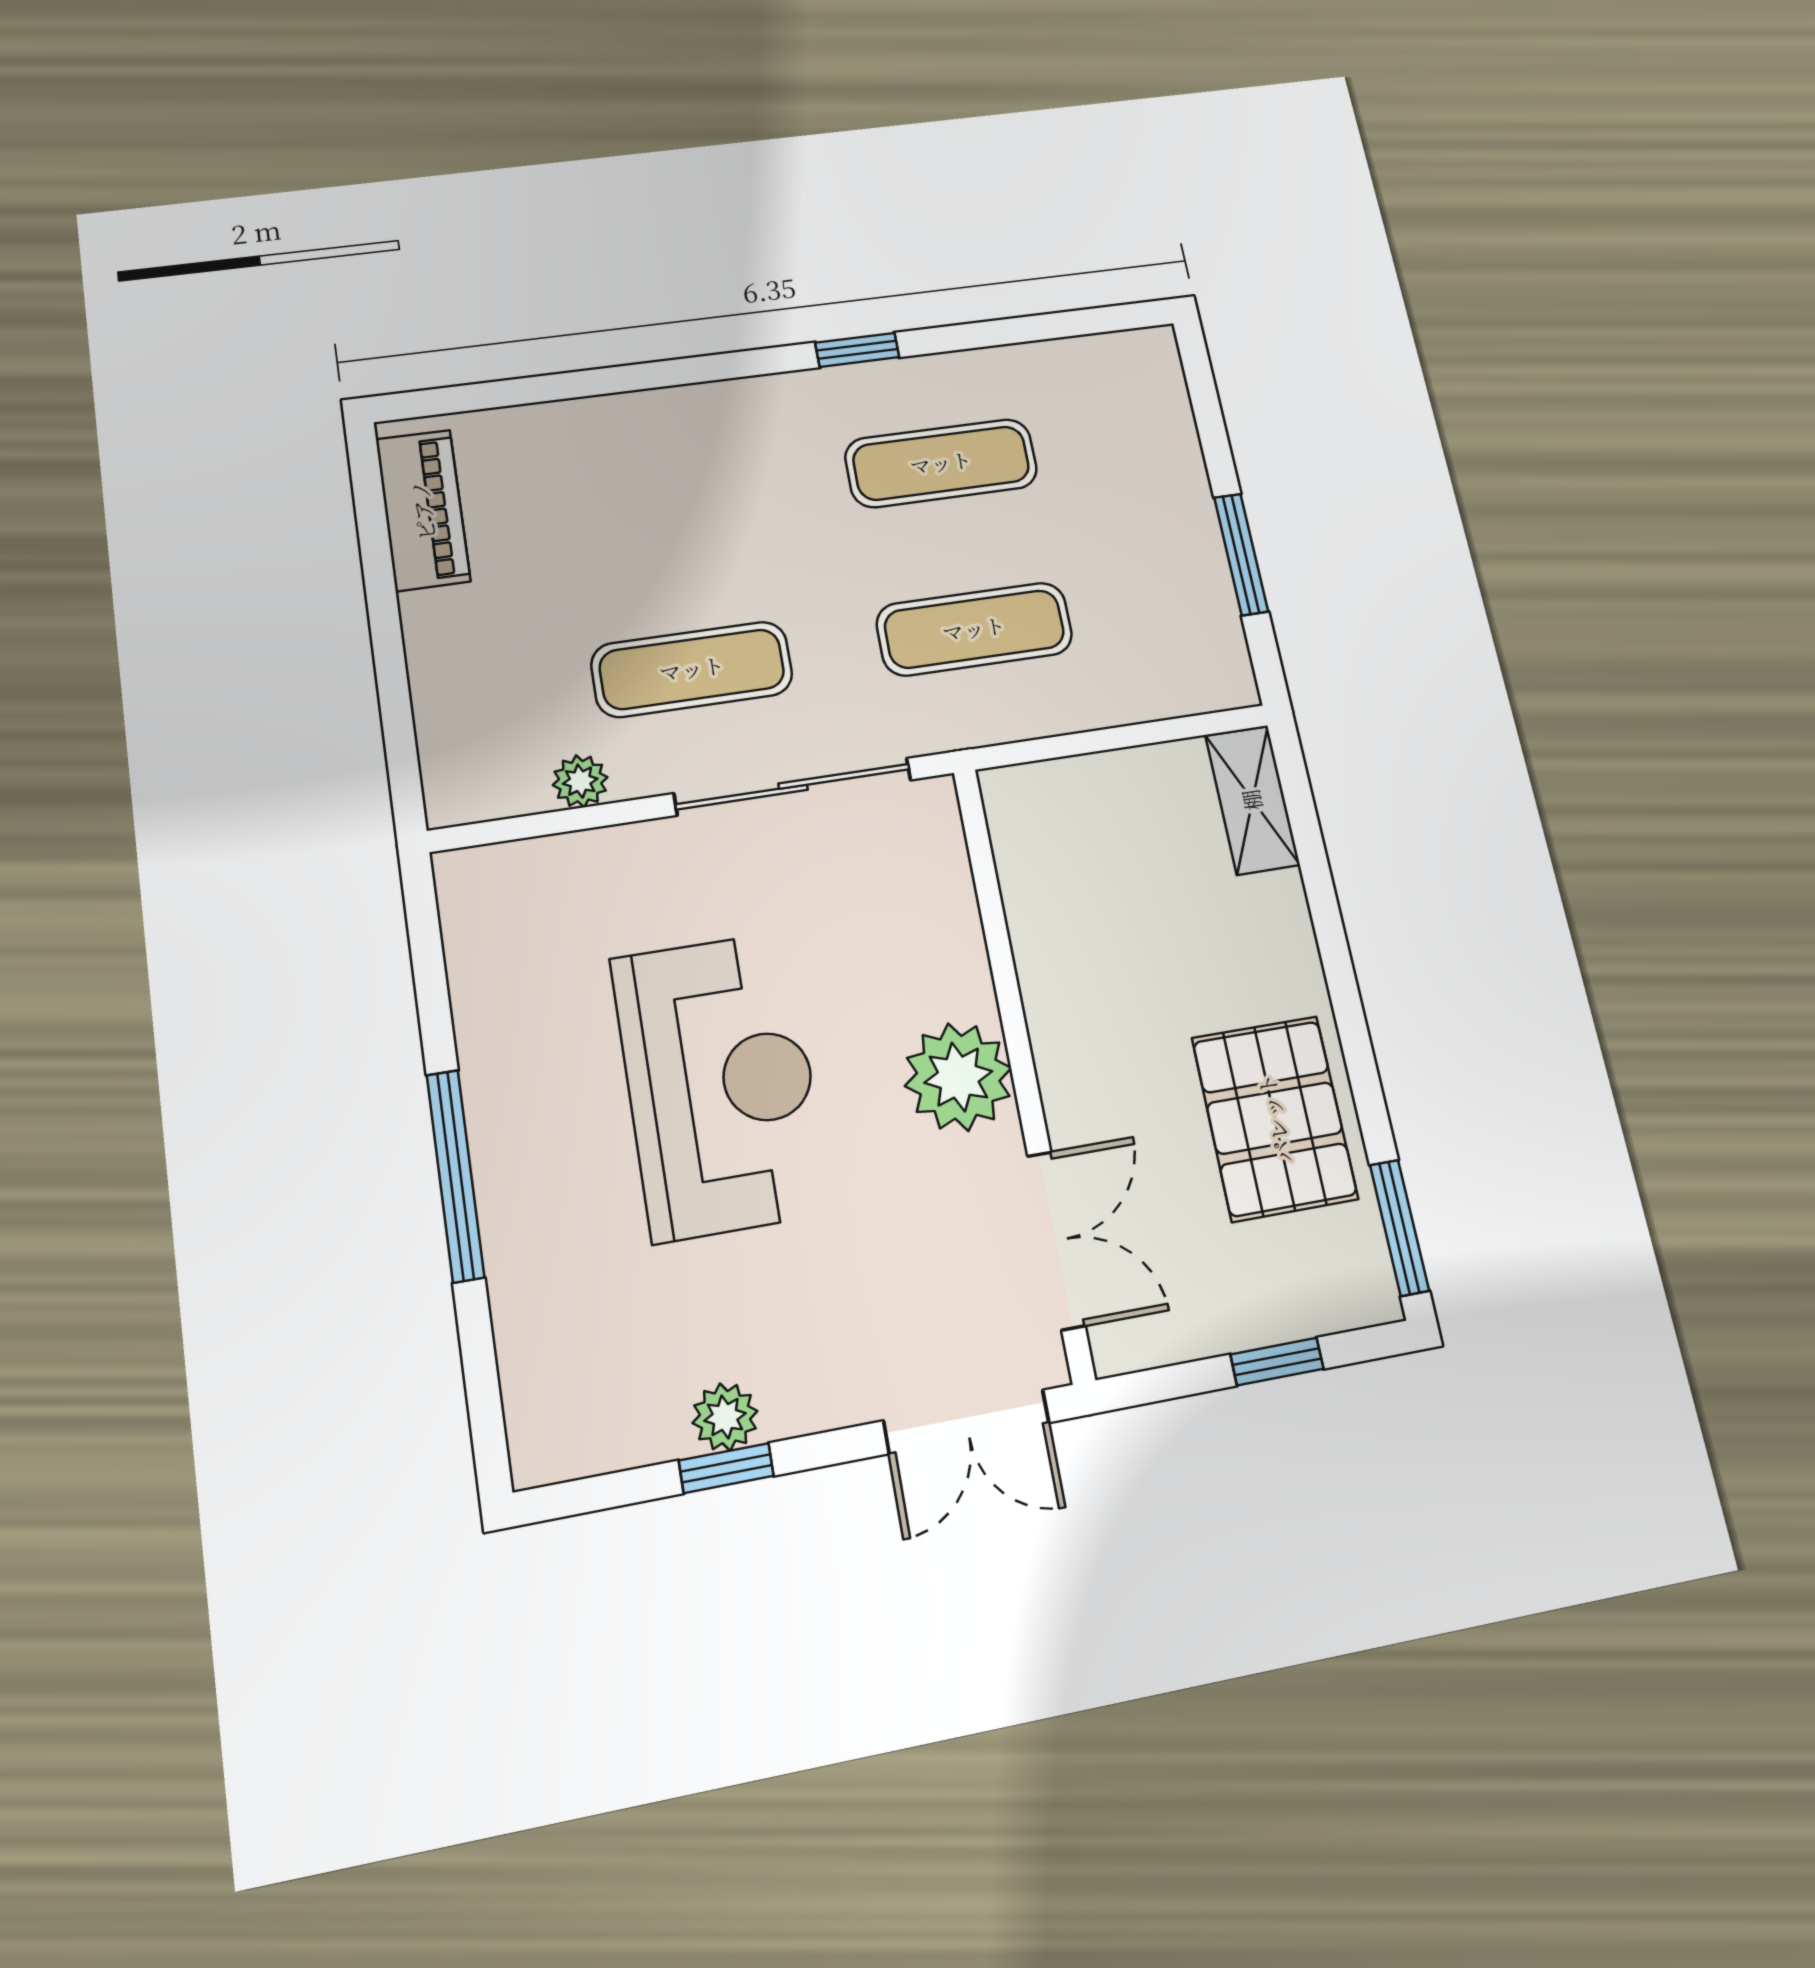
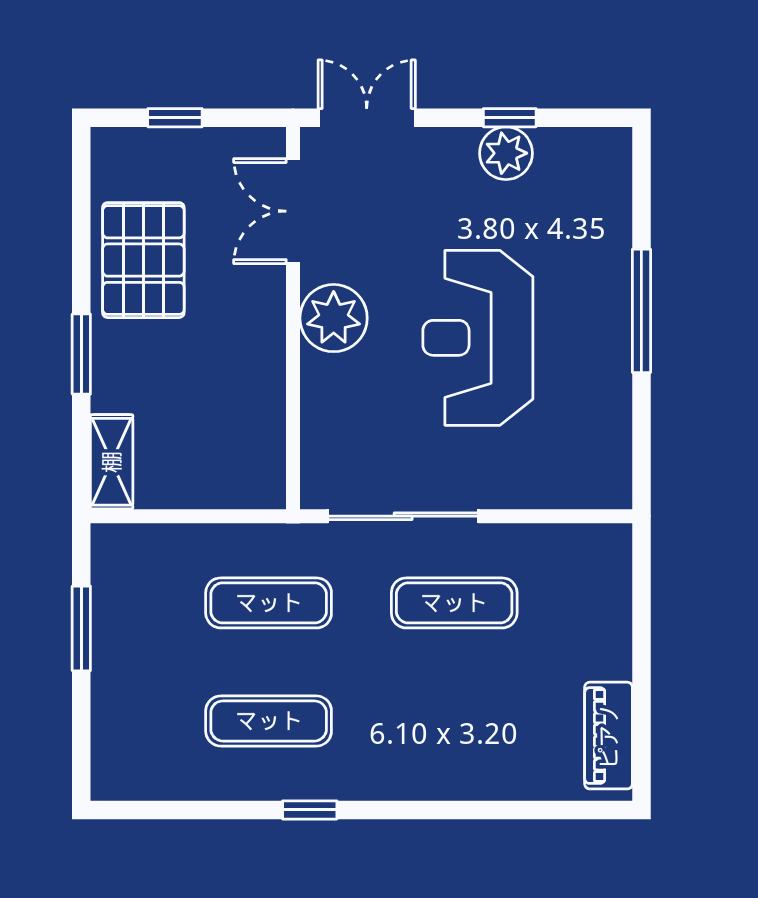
plant: (580, 781) -> (535, 540), removed
window: (1399, 1228) -> (81, 354), moved
plant: (725, 1417) -> (506, 153), width x1.38, depth x1.38

